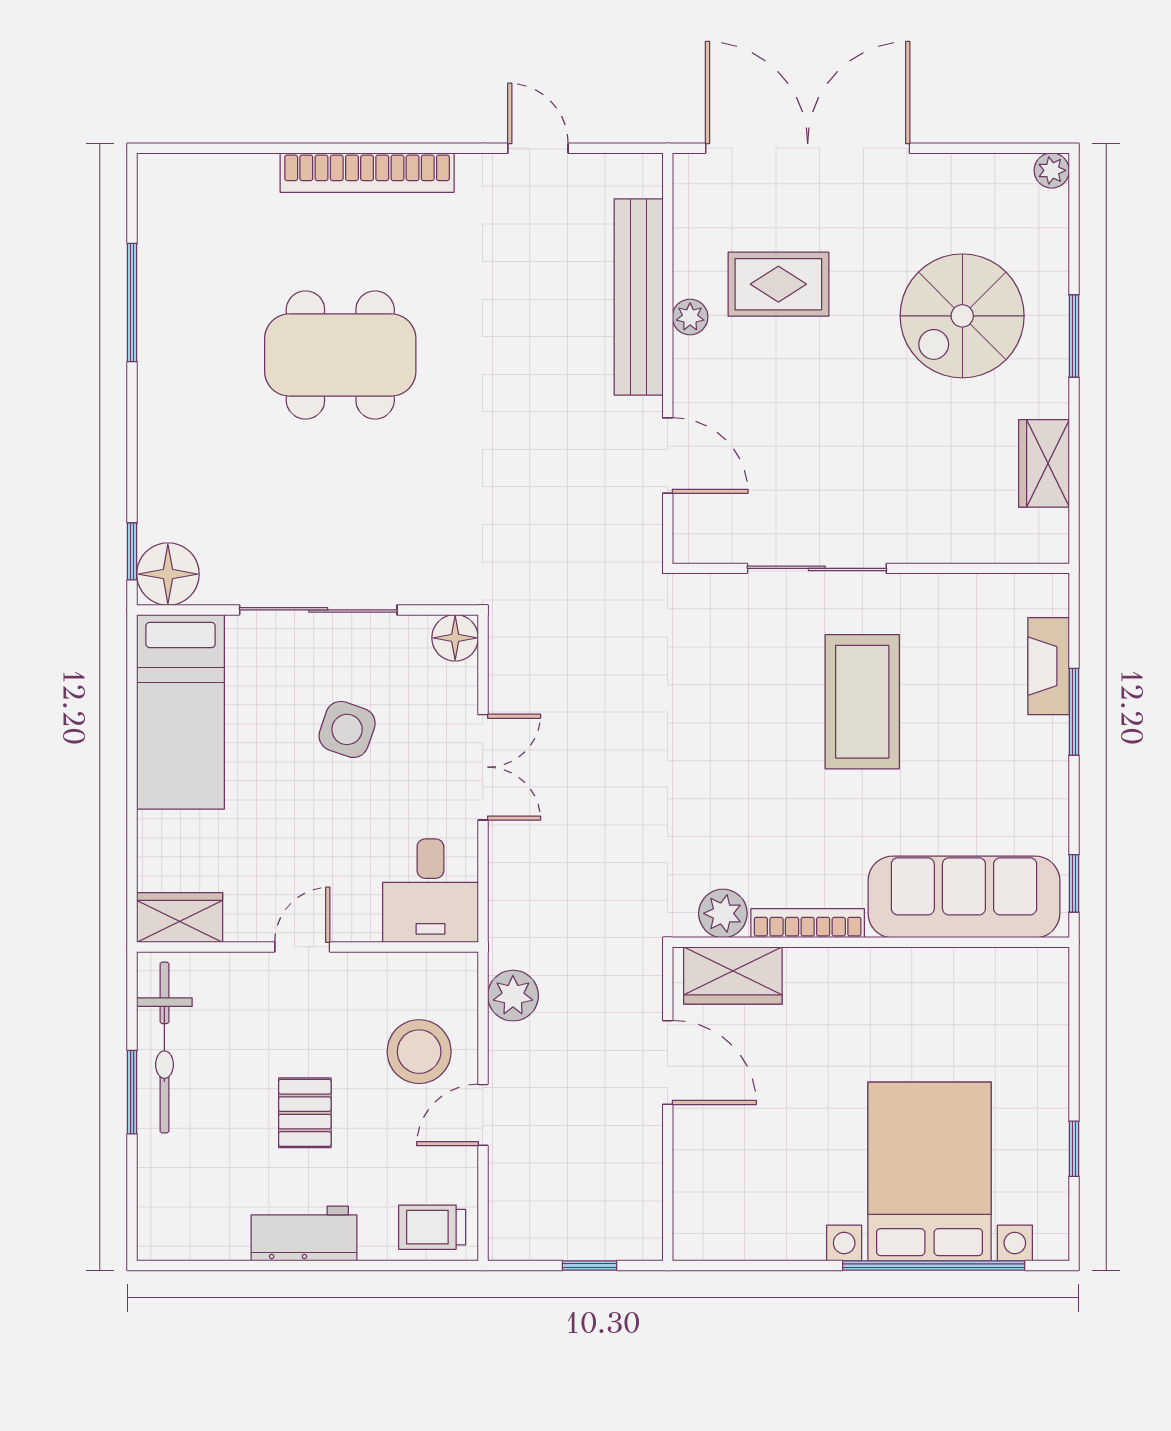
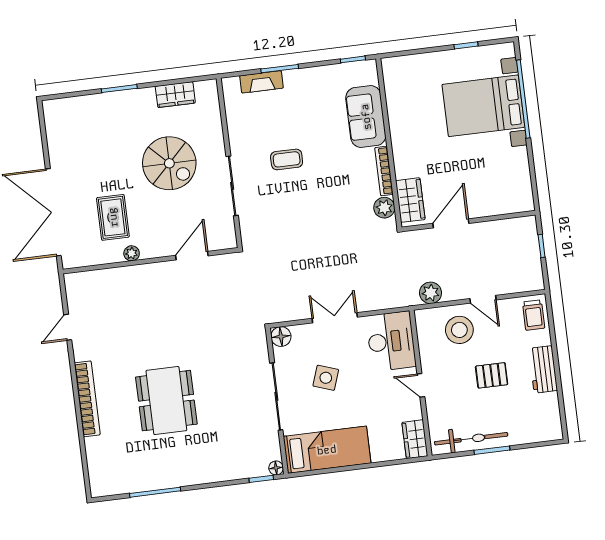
plant: (1052, 170) -> (50, 107), removed
bench: (639, 297) -> (126, 276), removed
spiral stairs: (962, 316) -> (169, 163), moved
floor lamp: (168, 574) -> (276, 468), width x0.53, depth x0.53
coffee table: (862, 702) -> (287, 159), width x0.54, depth x0.58
desk: (430, 891) -> (391, 341), width x1.37
sofa: (964, 897) -> (366, 117), width x0.73

